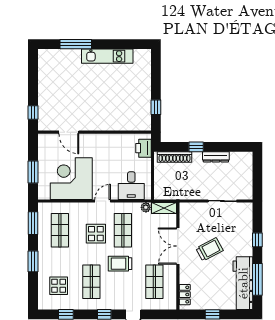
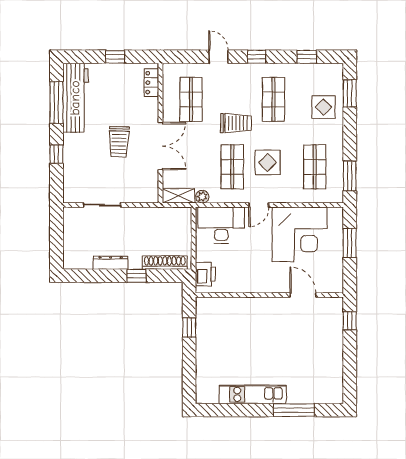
desk: (131, 186) -> (221, 225), width x1.37
trolley: (210, 249) -> (119, 142), turned -60
window: (33, 261) -> (350, 93), moved
display table: (59, 286) -> (323, 107), moved

